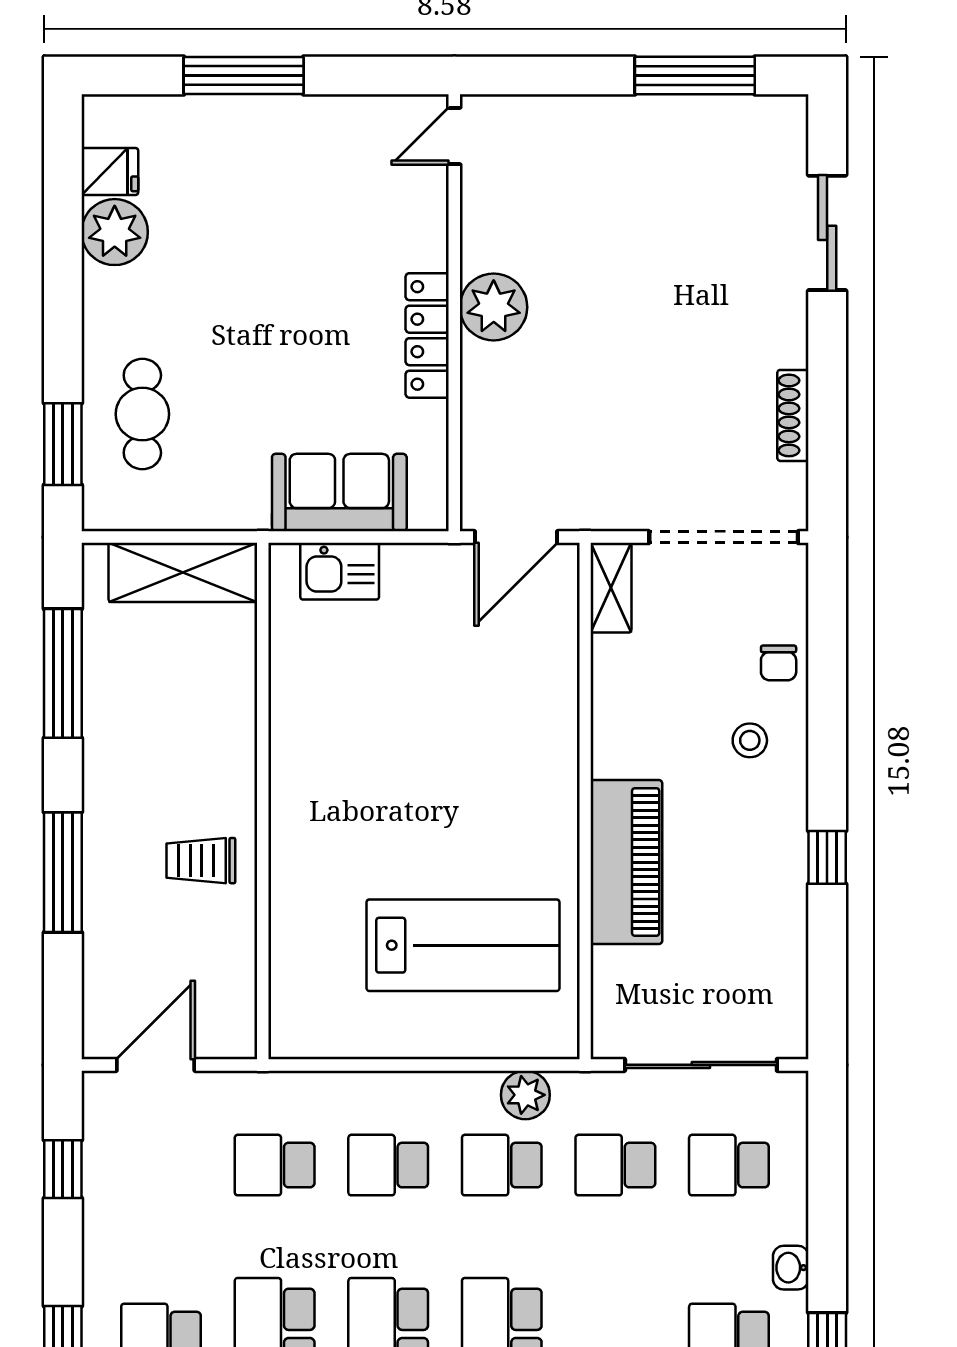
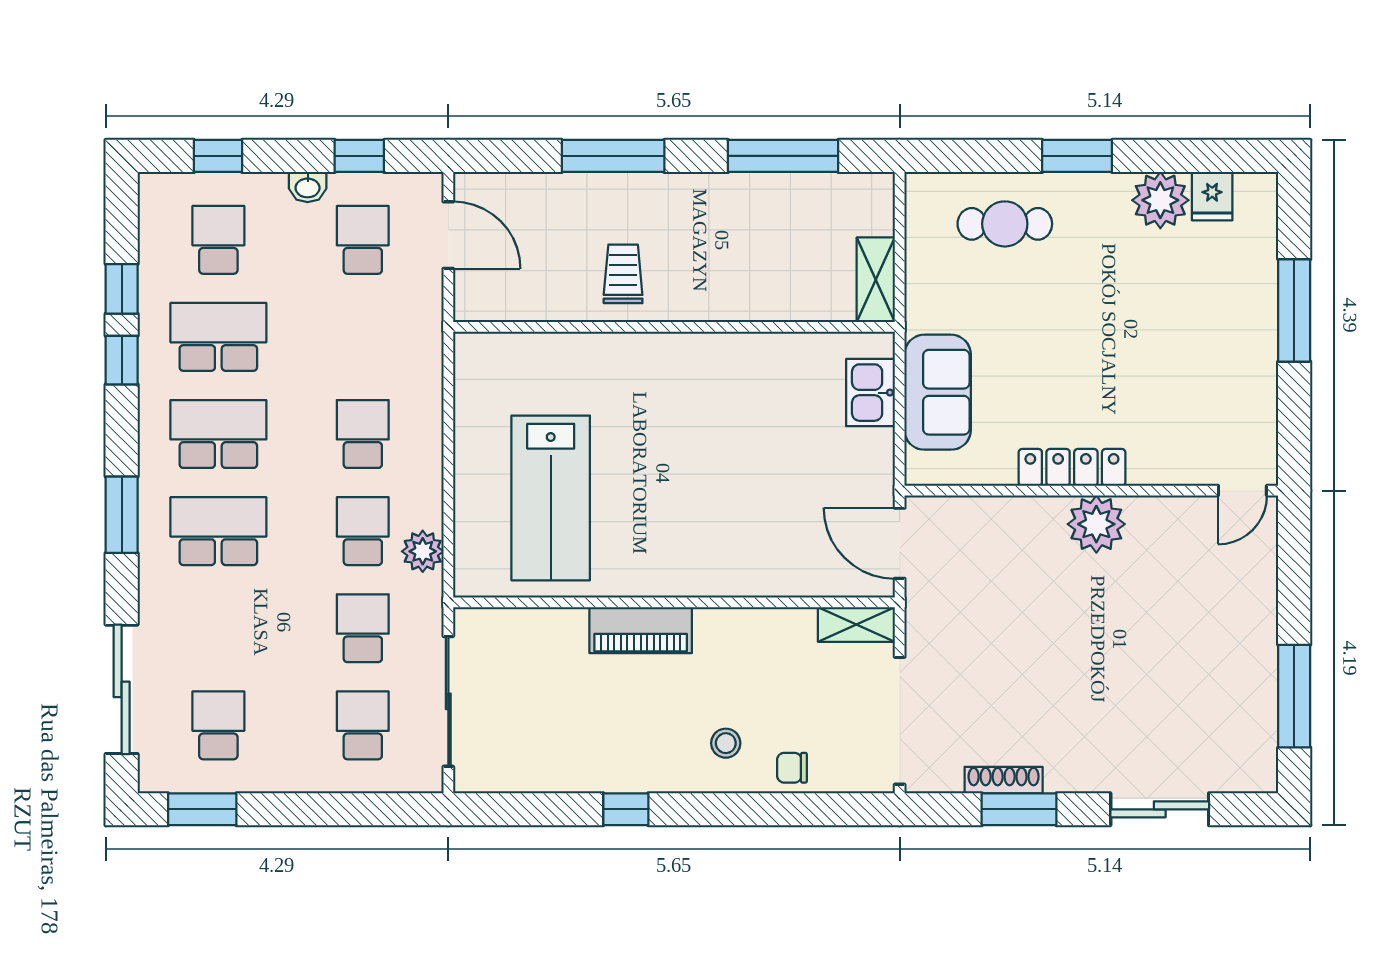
door: (454, 136) -> (1242, 491), swing flipped
window: (827, 397) -> (1019, 809), added
window: (63, 444) -> (1077, 156), moved
shelving: (183, 572) -> (876, 280), width x0.67, depth x0.75
piano: (626, 862) -> (641, 630), width x0.73, depth x0.75
school desk: (275, 1165) -> (363, 240), moved
washbasin: (791, 1268) -> (308, 187), moved, turned 180

